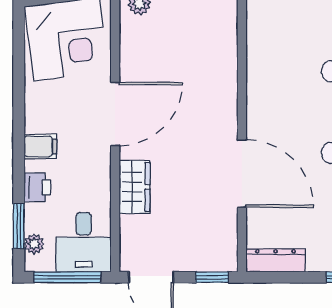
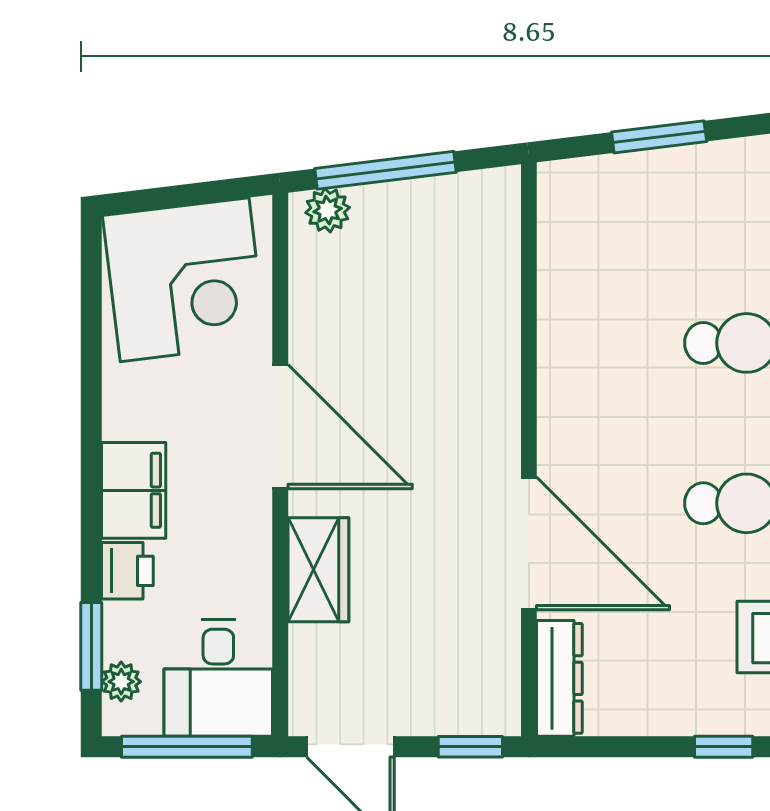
door: (115, 114) -> (280, 427), hinge flipped
filing cabinet: (40, 146) -> (134, 490), width x2.00
dresser: (276, 260) -> (559, 678), moved, turned 90

